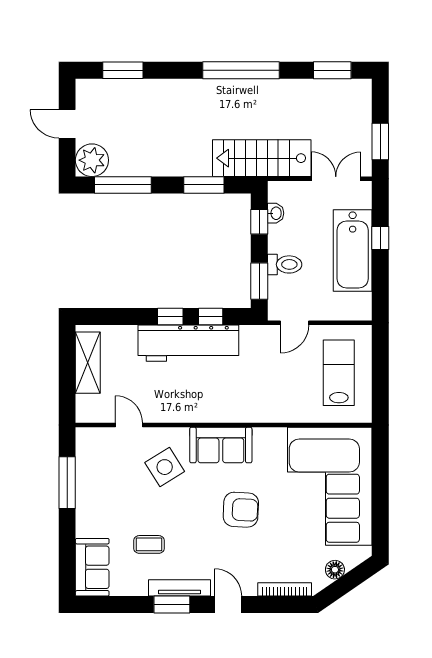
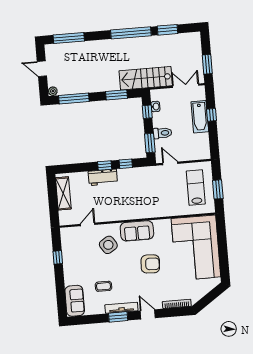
window: (123, 70) -> (69, 38), width x1.44
window: (332, 70) -> (167, 30), moved
plant: (92, 160) -> (53, 91), width x0.53, depth x0.53
bathtub: (353, 250) -> (200, 117), width x0.73, depth x0.73
door: (295, 323) -> (170, 163), swing flipped
workbench: (188, 343) -> (103, 177), width x0.53, depth x0.76
window: (380, 380) -> (218, 189), added
door: (129, 425) -> (88, 224), hinge flipped
window: (67, 483) -> (58, 257), width x0.46
floor lamp: (335, 570) -> (202, 291), removed

